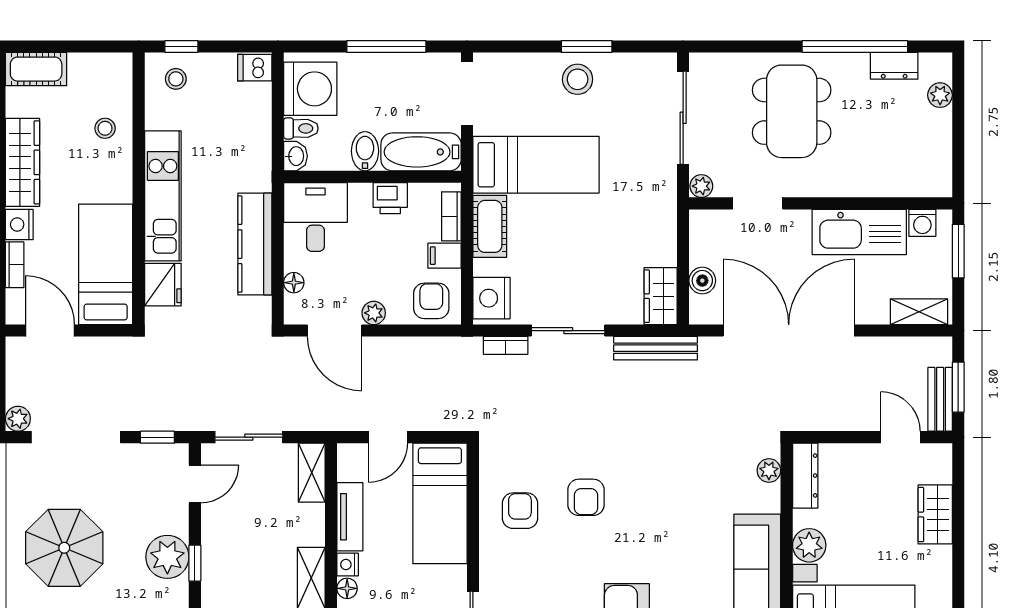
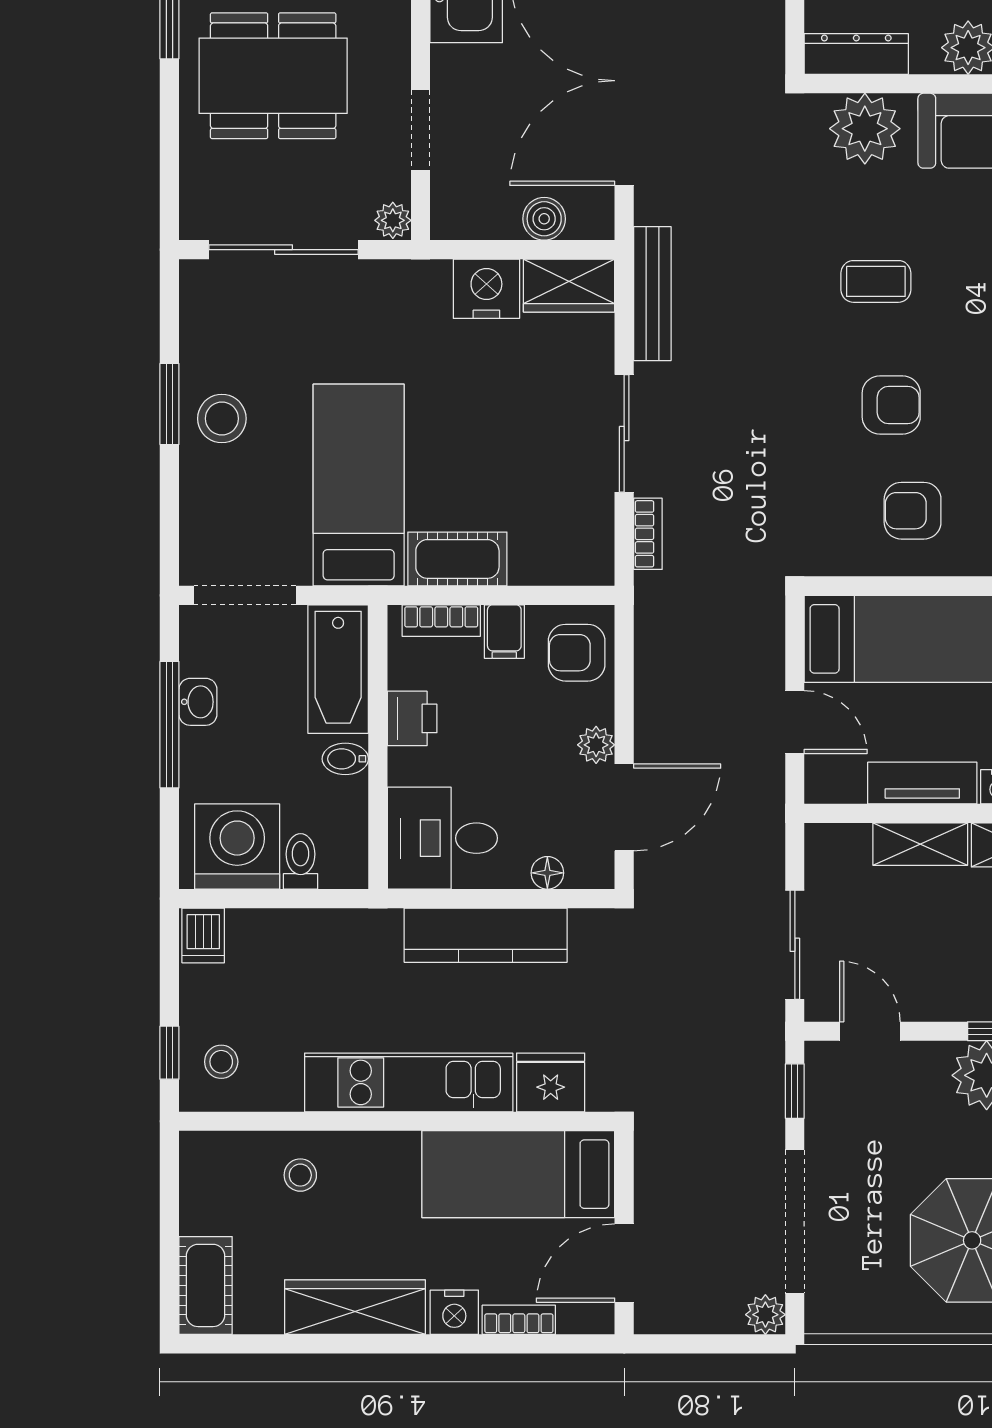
bidet: (365, 151) -> (345, 759), width x0.72, depth x0.74
washbasin: (296, 156) -> (198, 702), moved, turned 90
nightstand: (492, 298) -> (486, 289), moved, turned 180
plant: (769, 470) -> (865, 129), width x1.88, depth x1.88
shelving: (312, 473) -> (920, 844), moved
coffee table: (663, 488) -> (876, 281), added

